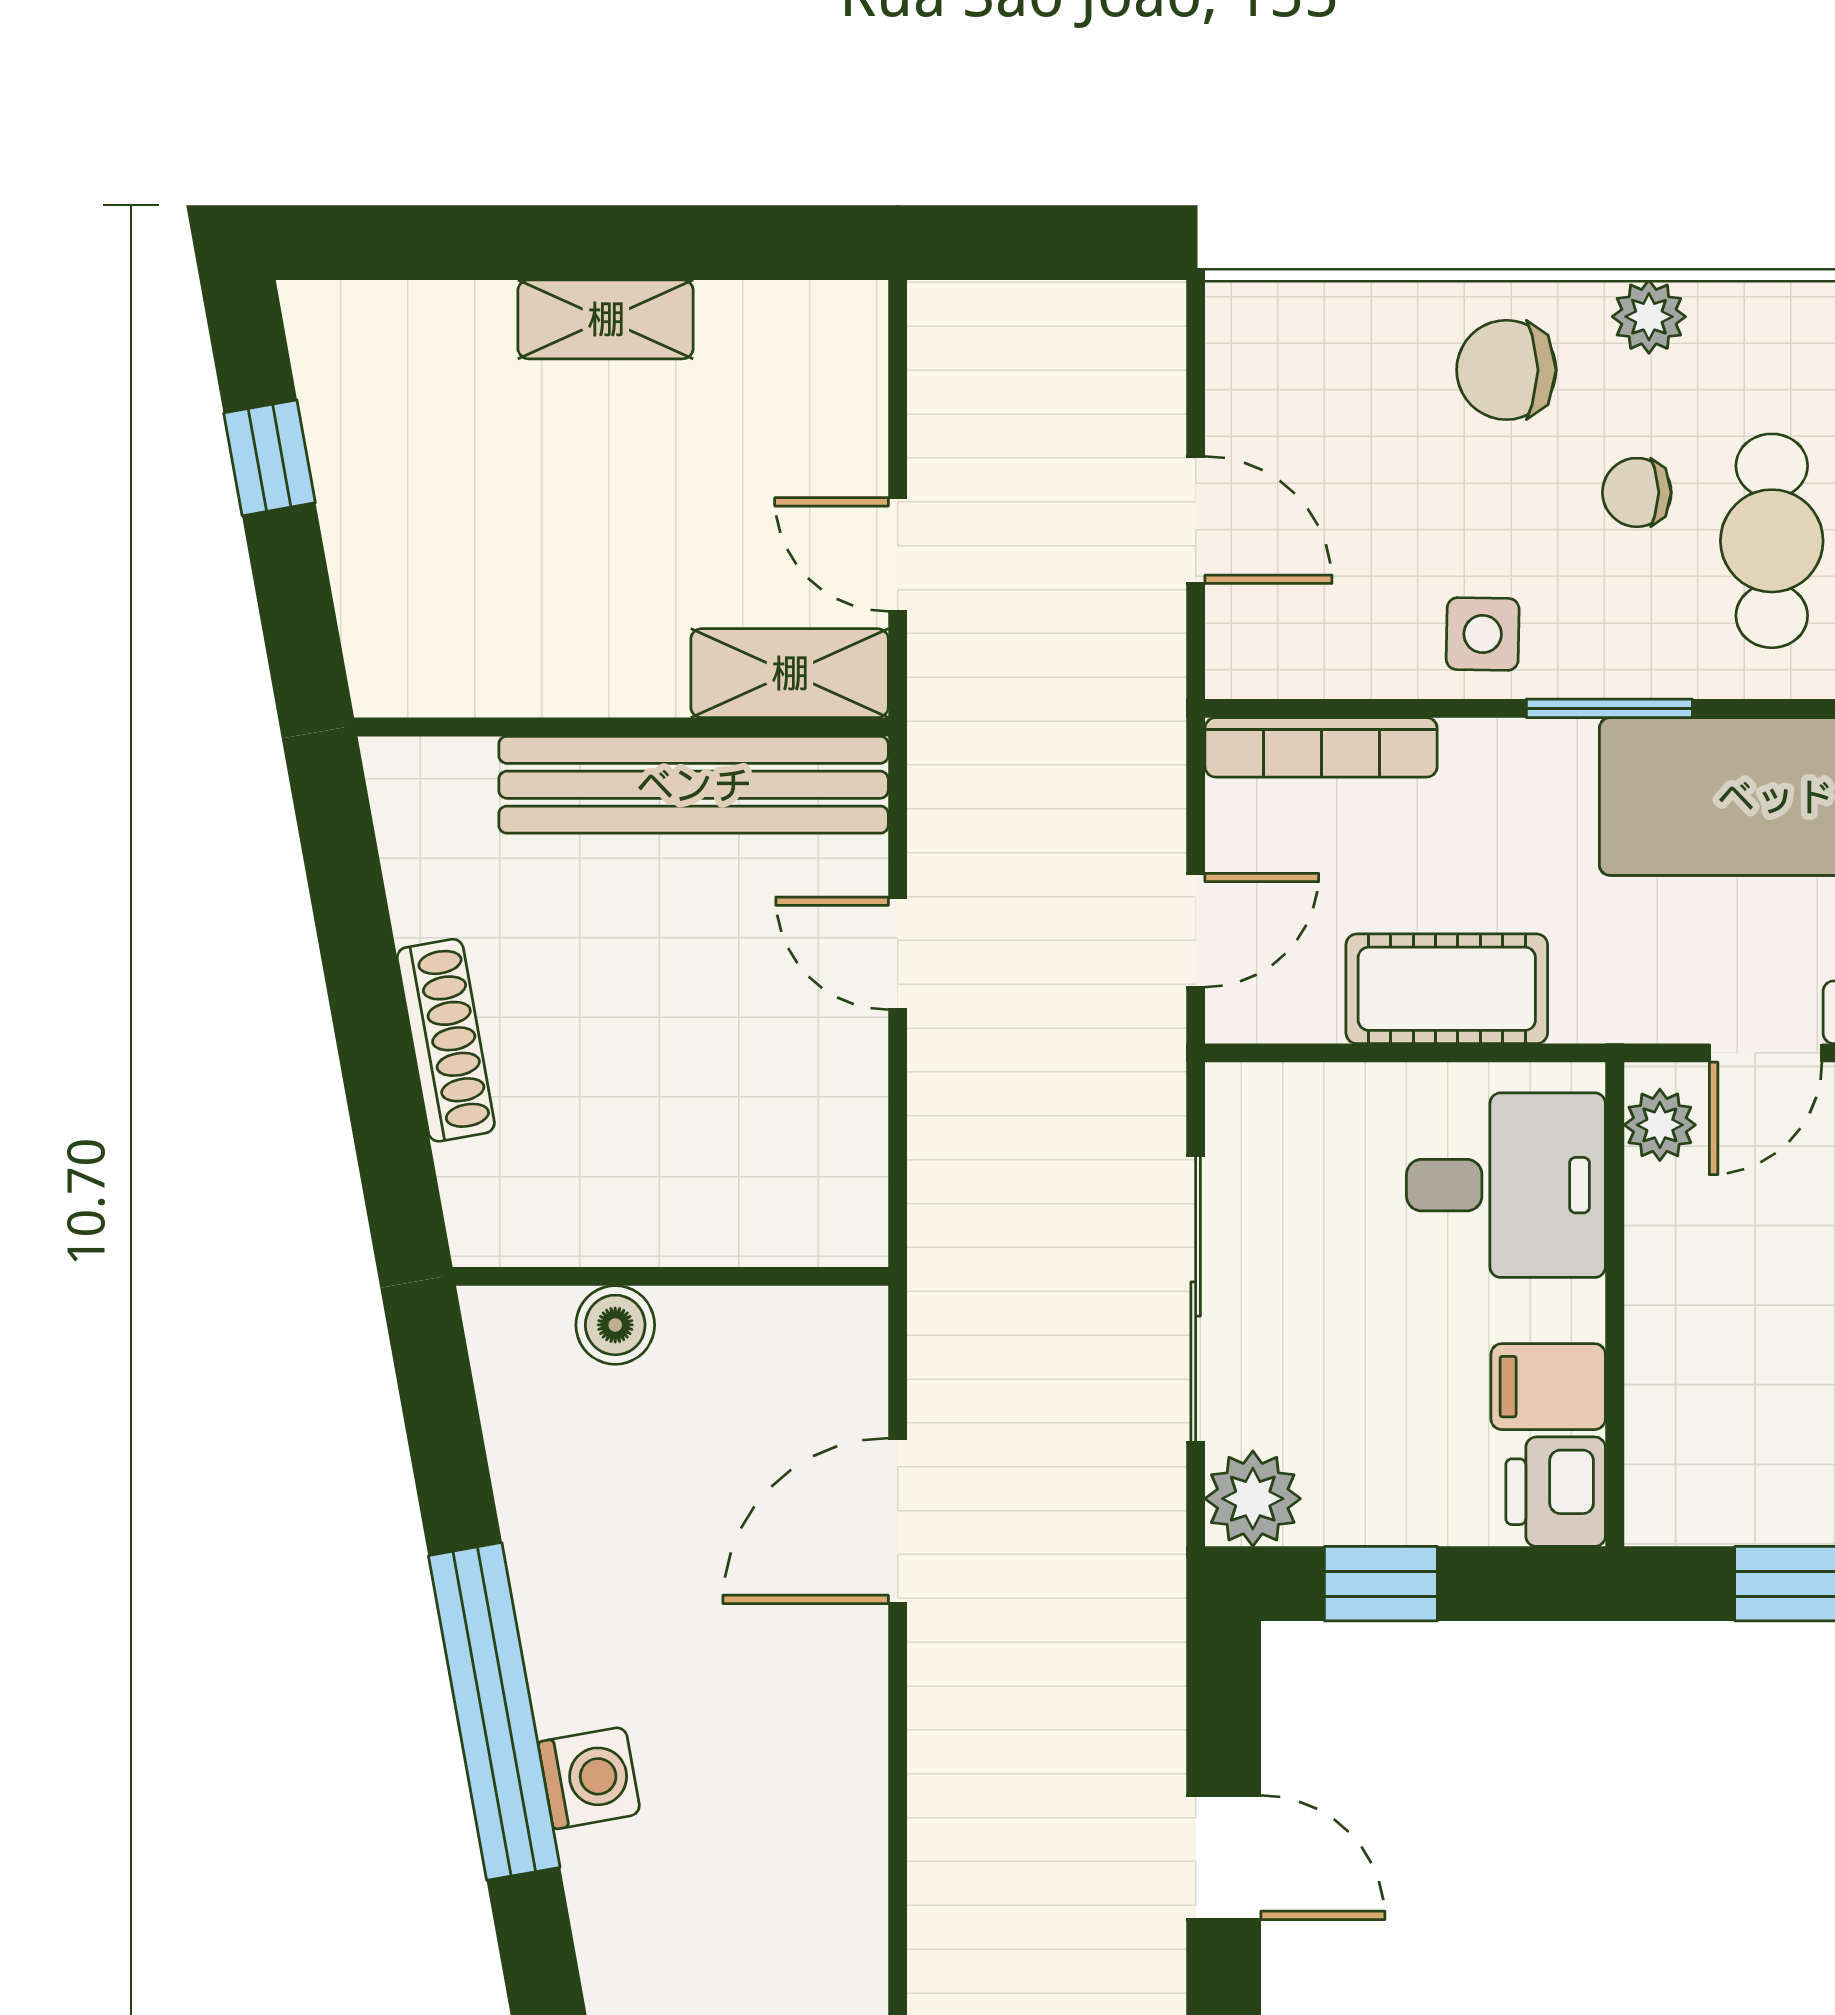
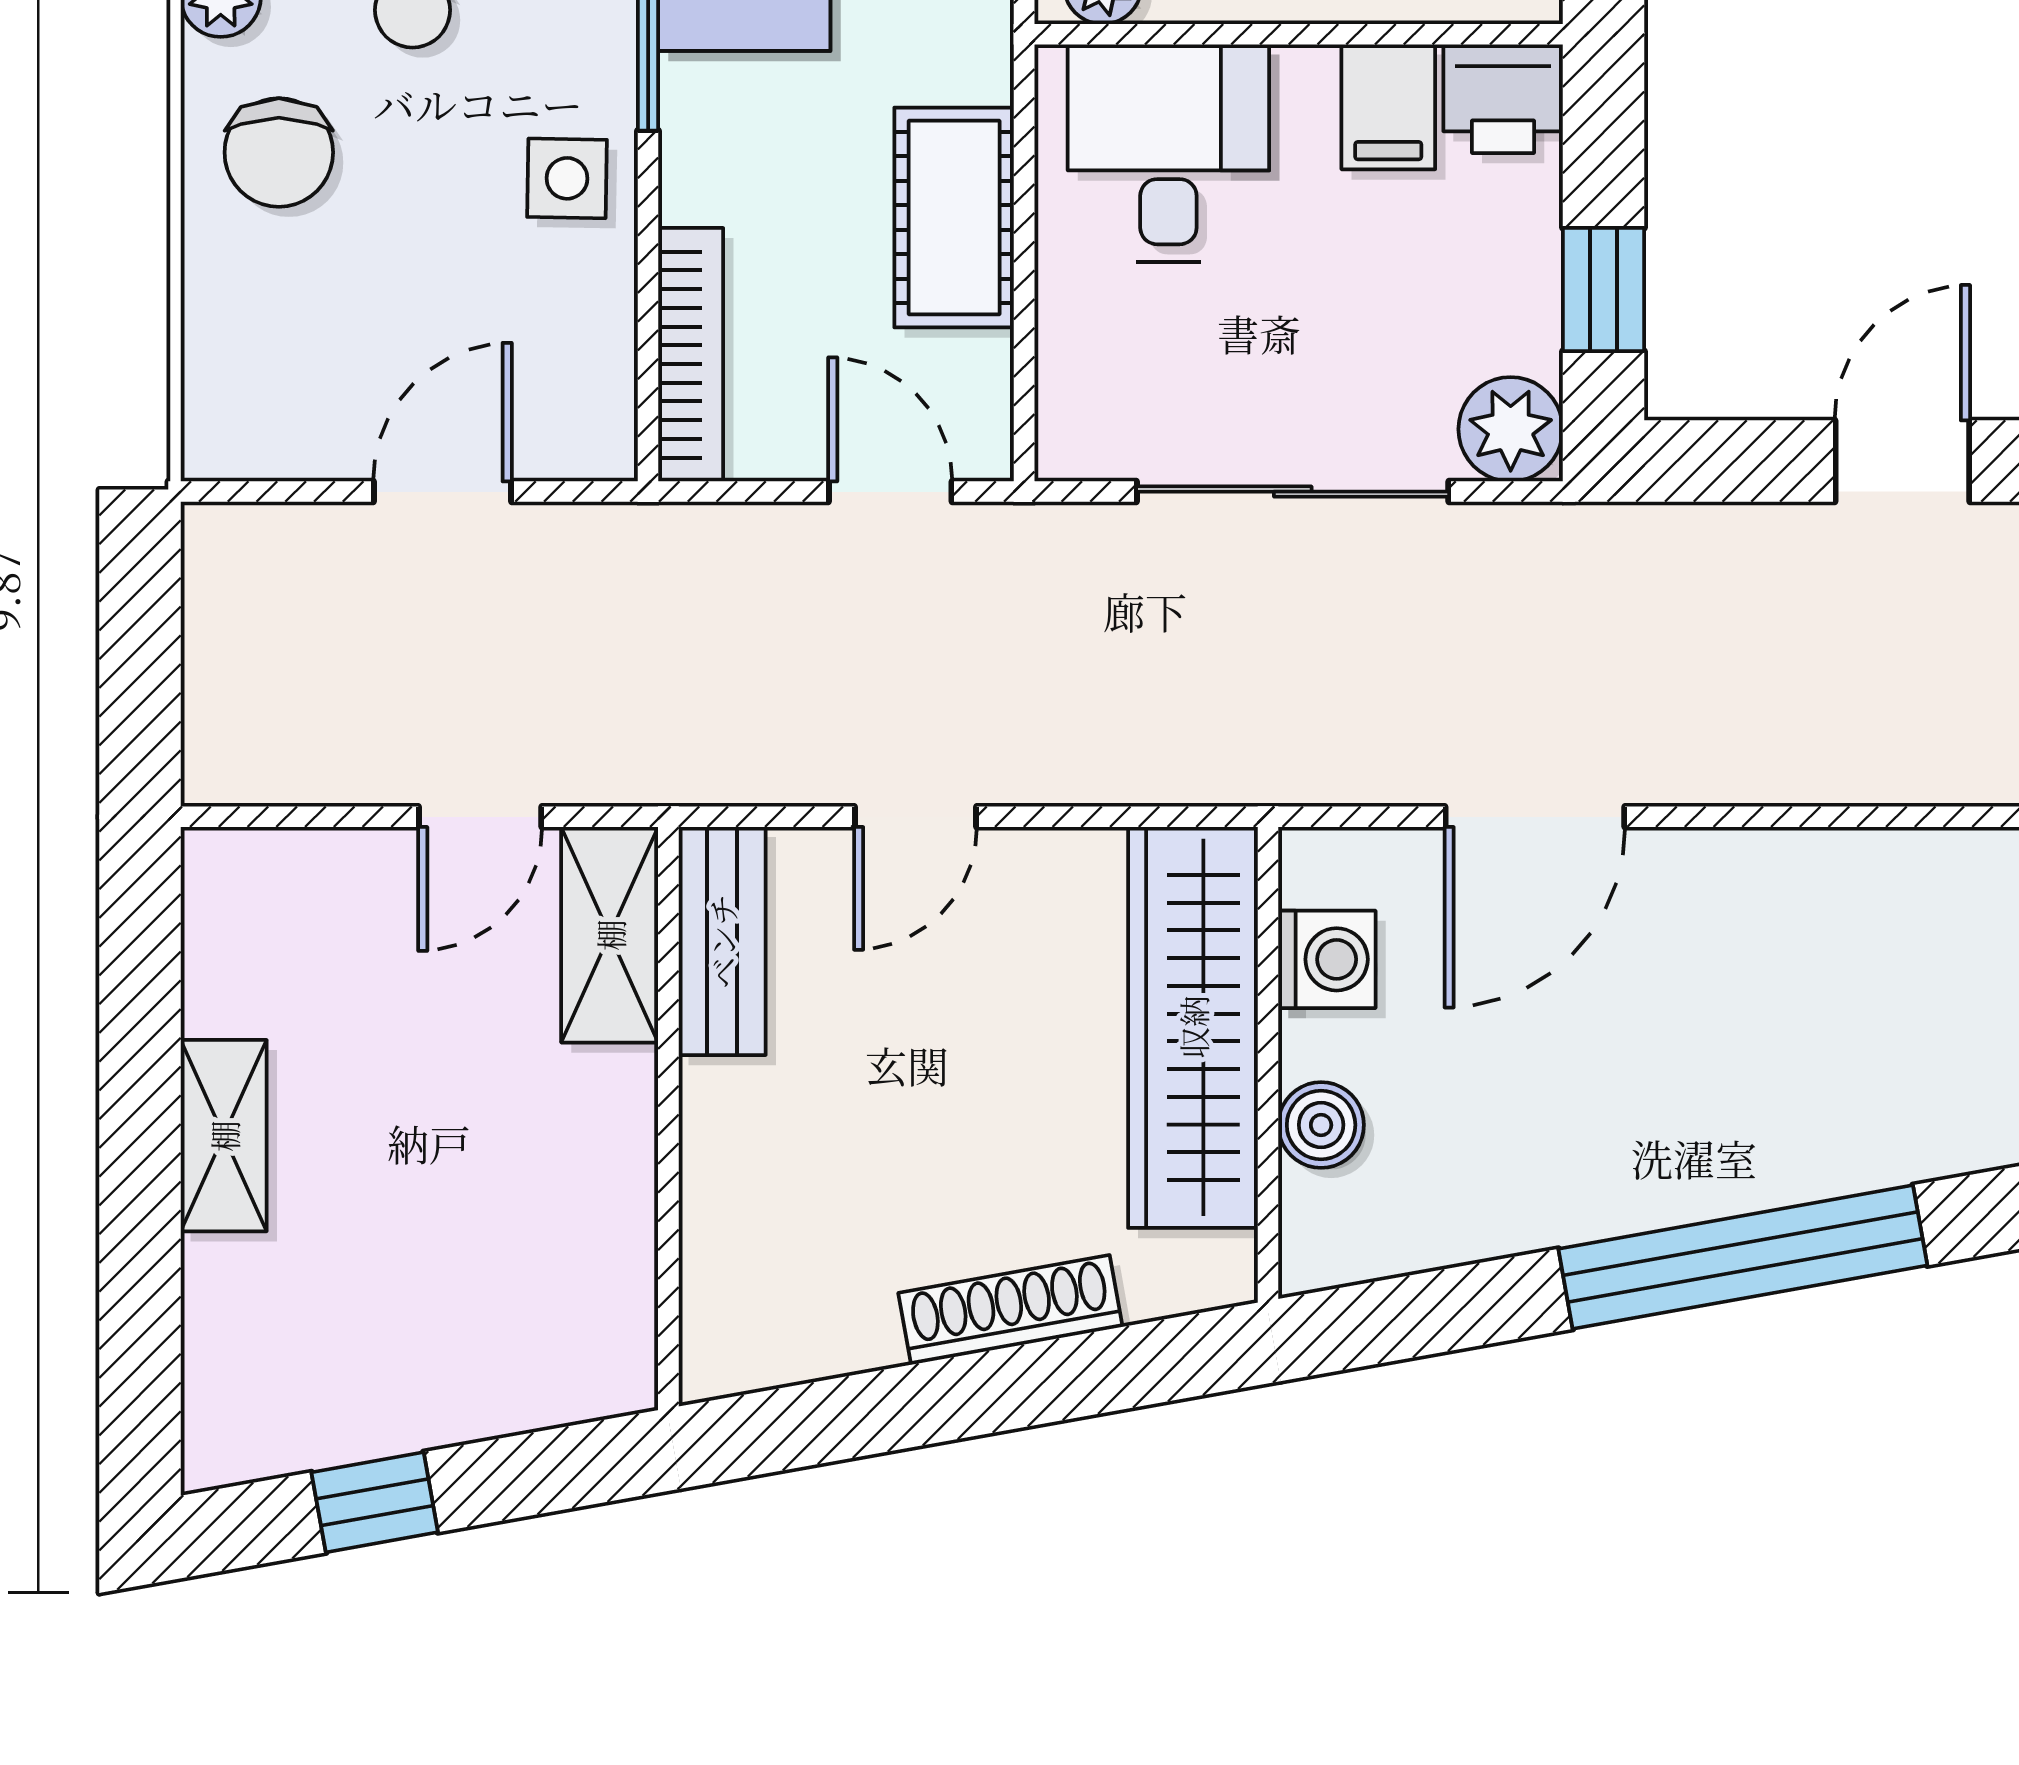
bench: (694, 785) -> (722, 941), width x0.54, depth x0.82
wardrobe: (705, 1208) -> (1193, 1027), added
door: (898, 1521) -> (1535, 817), hinge flipped
washing machine: (589, 1778) -> (1327, 959), moved, turned 100

